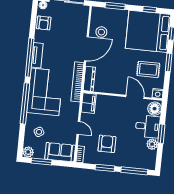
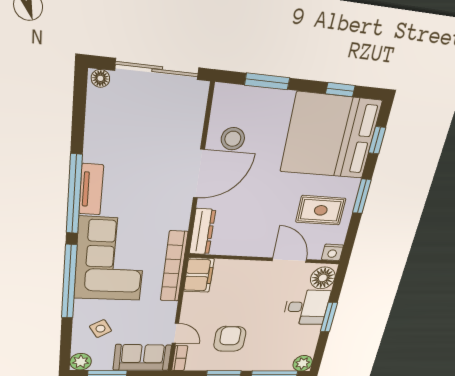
armchair: (44, 23) -> (103, 120), removed
bookcase: (77, 82) -> (174, 267), moved
door: (78, 128) -> (175, 333), moved
plant: (152, 144) -> (303, 363), moved

